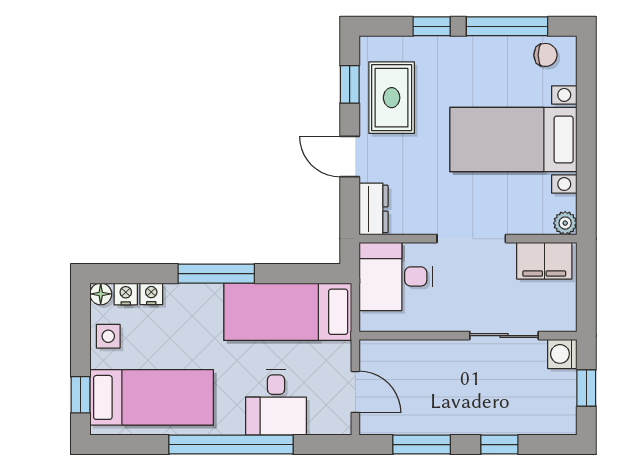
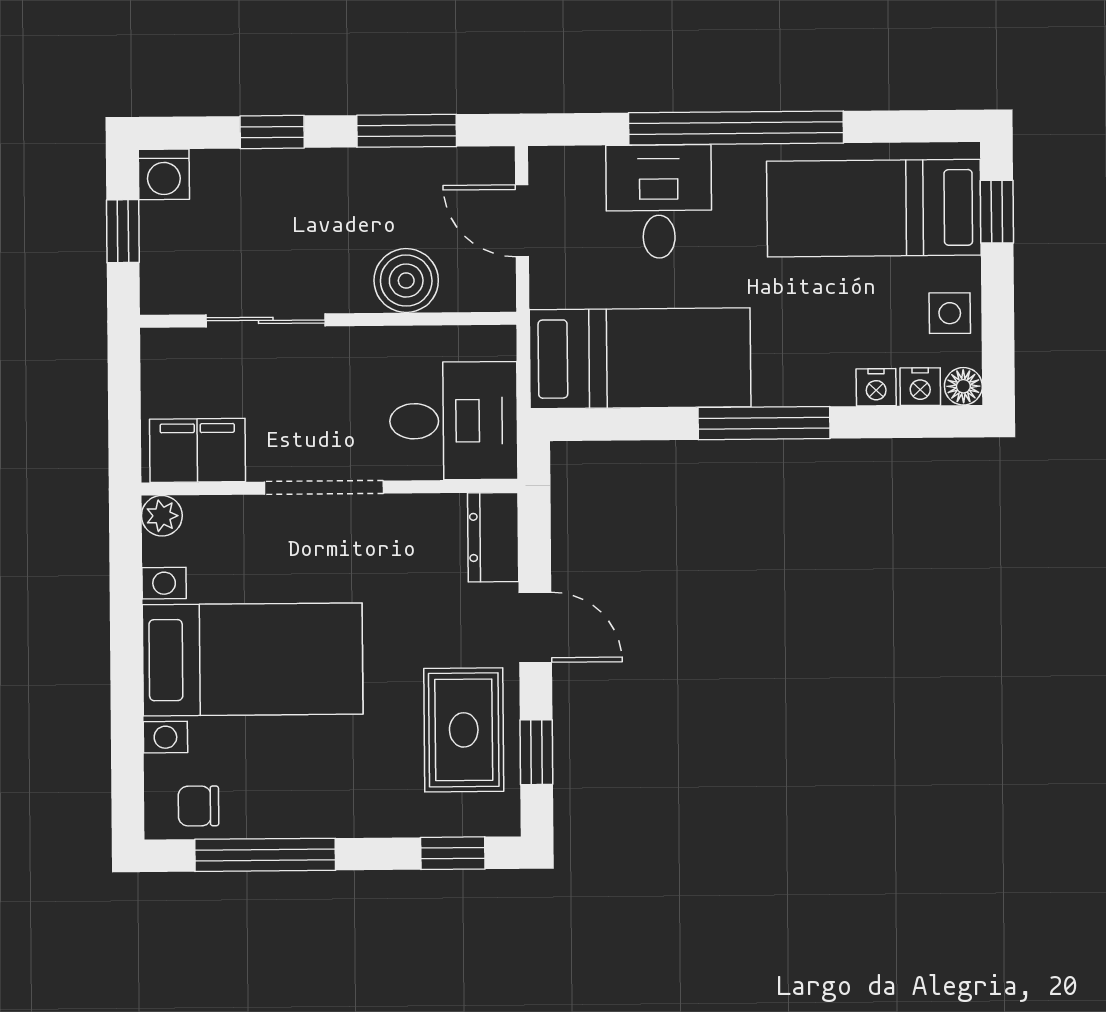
window: (432, 26) -> (453, 853), moved
washing machine: (562, 354) -> (164, 174), moved, turned 90
boiler: (423, 358) -> (406, 281), added

